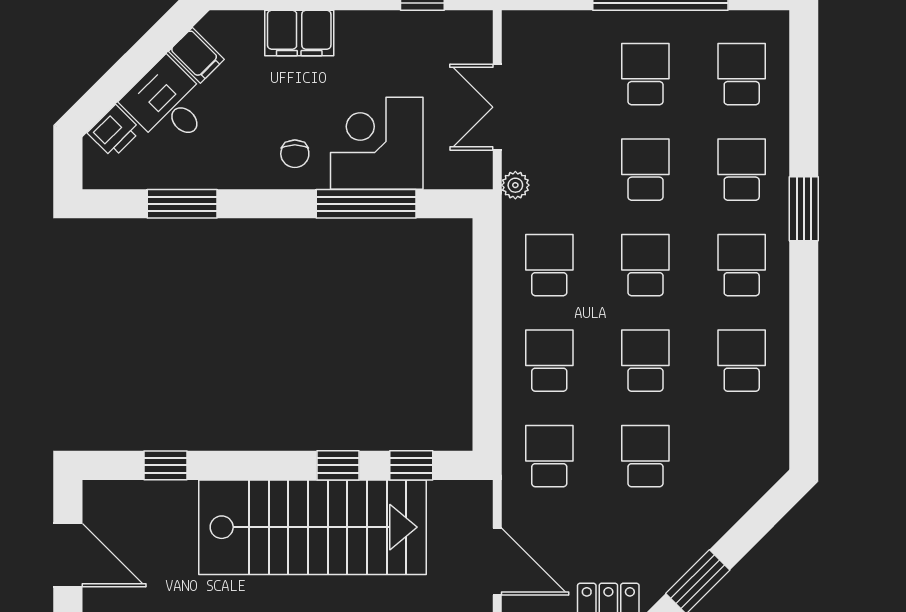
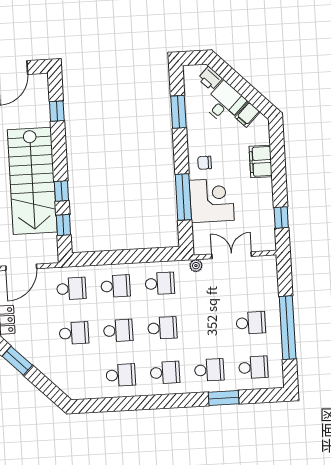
school desk: (645, 170) -> (207, 325), removed
window: (804, 209) -> (224, 398), moved

